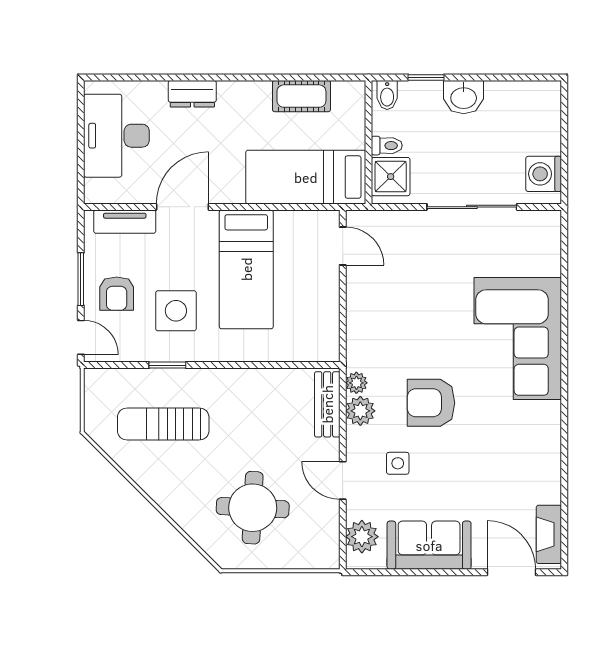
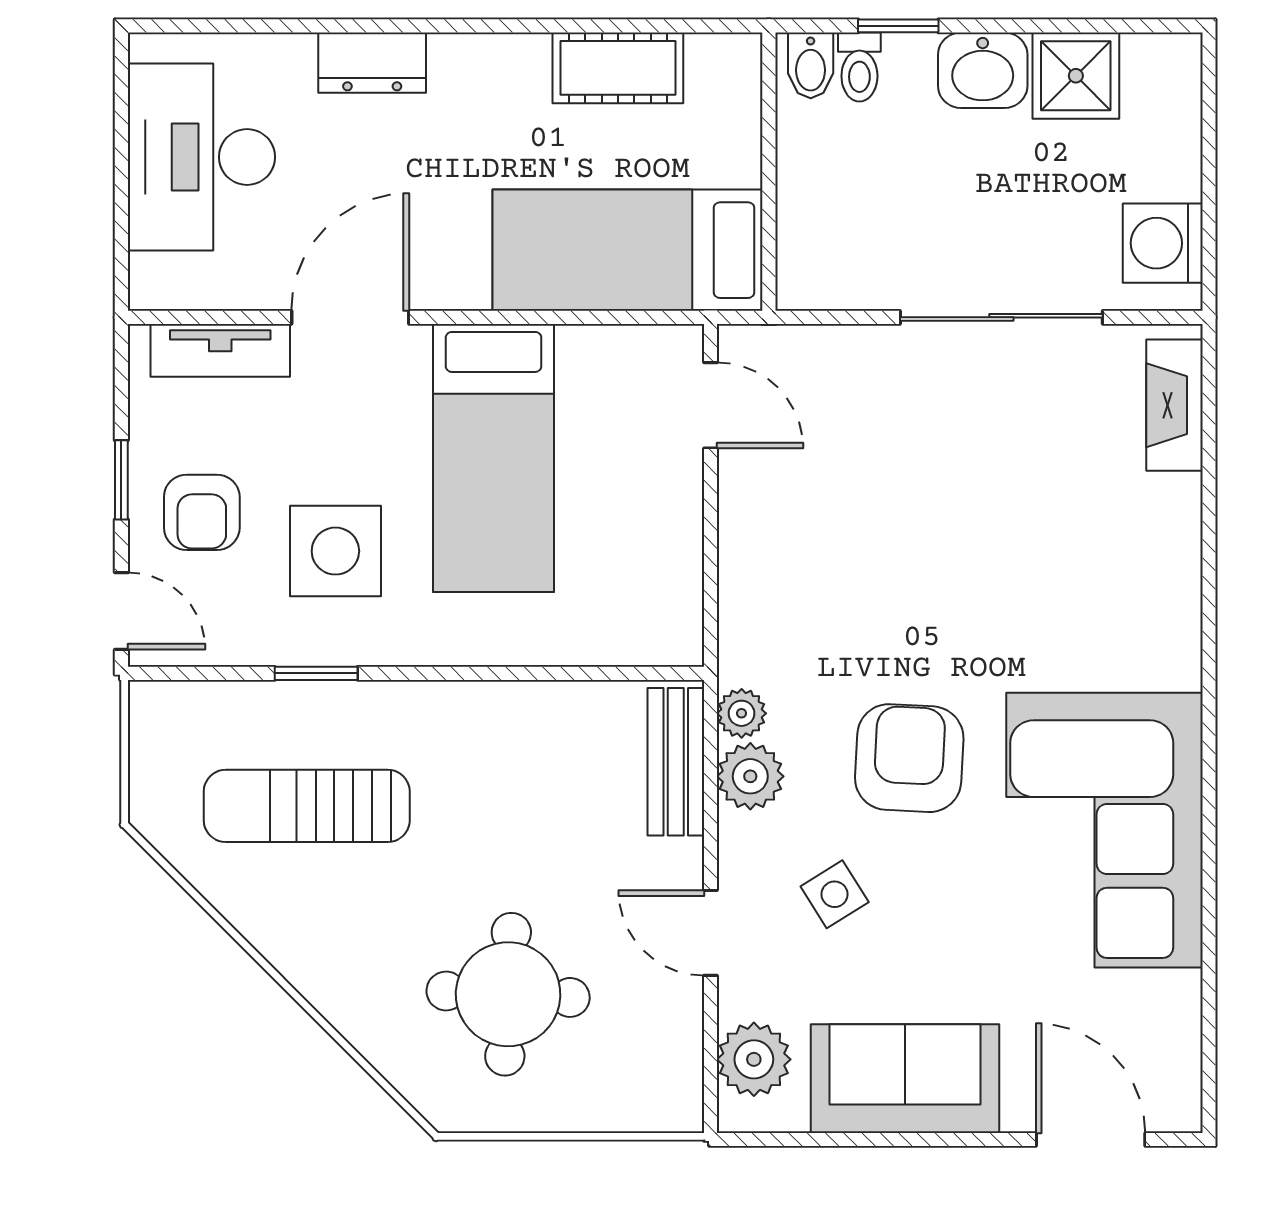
toilet: (387, 146) -> (859, 67), moved, turned 90
shower: (391, 177) -> (1076, 76), moved
window: (81, 279) -> (121, 480), width x0.67
corner sofa: (518, 339) -> (1104, 830), moved
armchair: (431, 403) -> (909, 758), turned 93
side table: (398, 463) -> (835, 894), turned -32
fireplace: (549, 534) -> (1174, 405), moved

